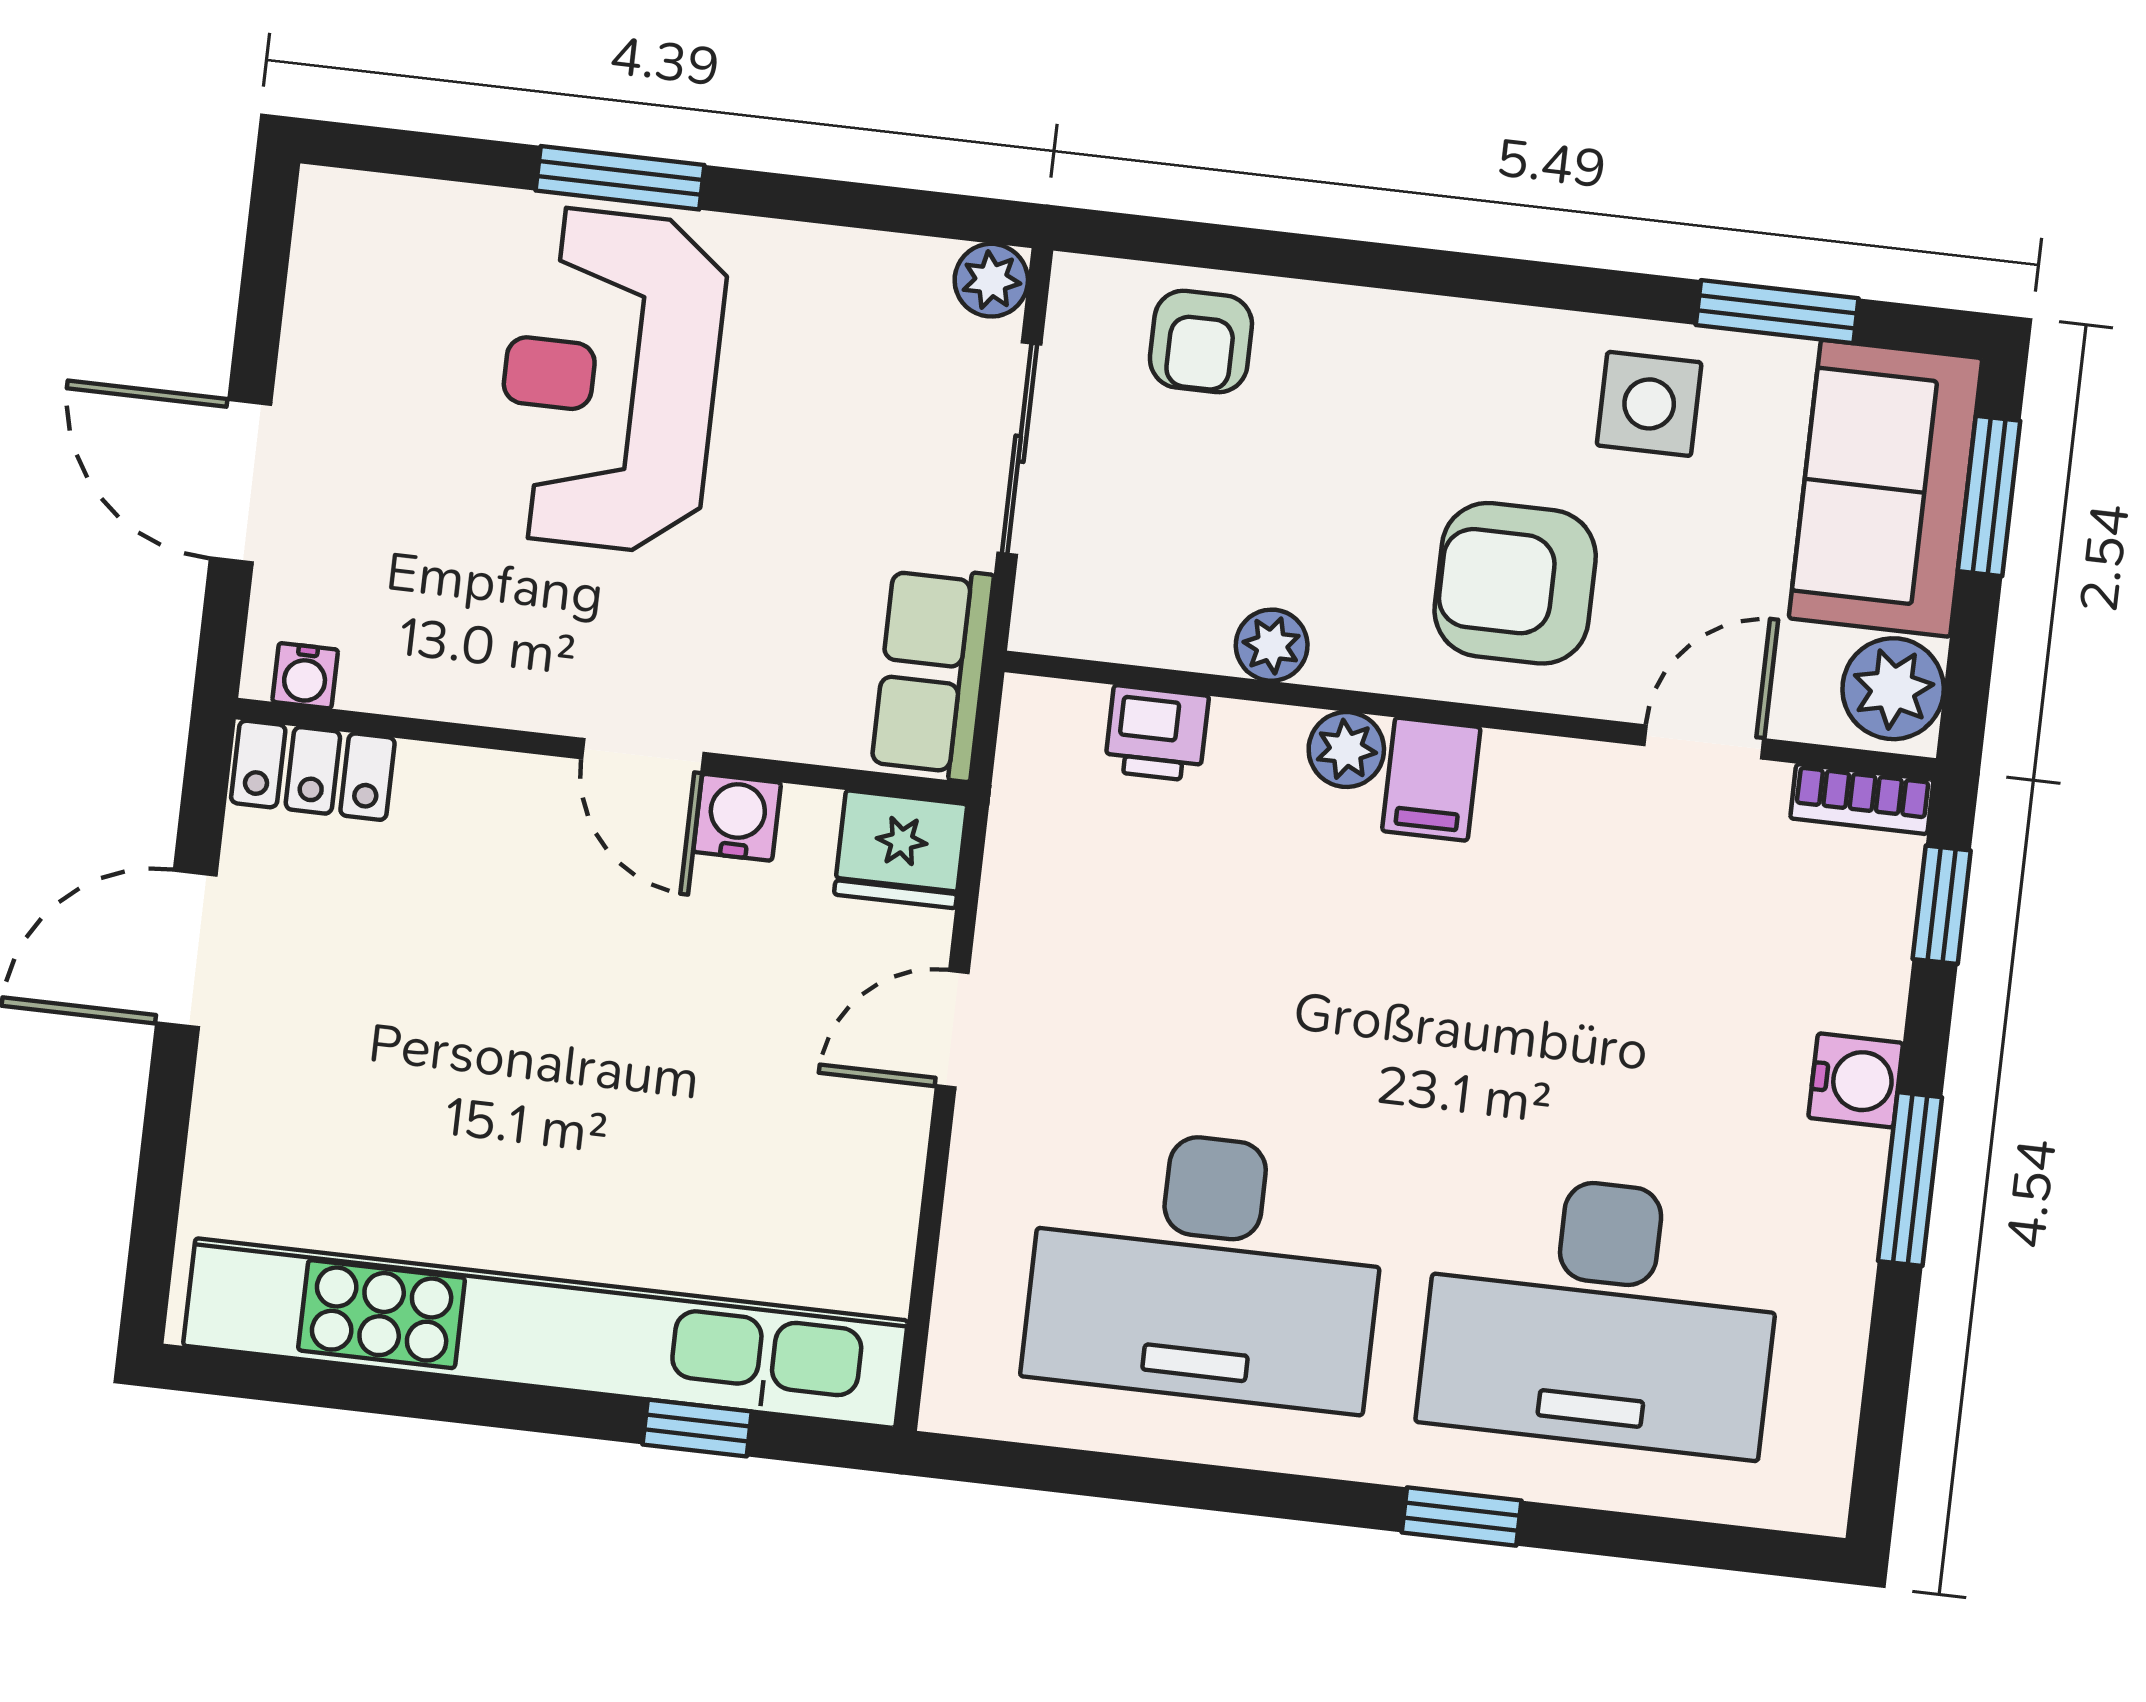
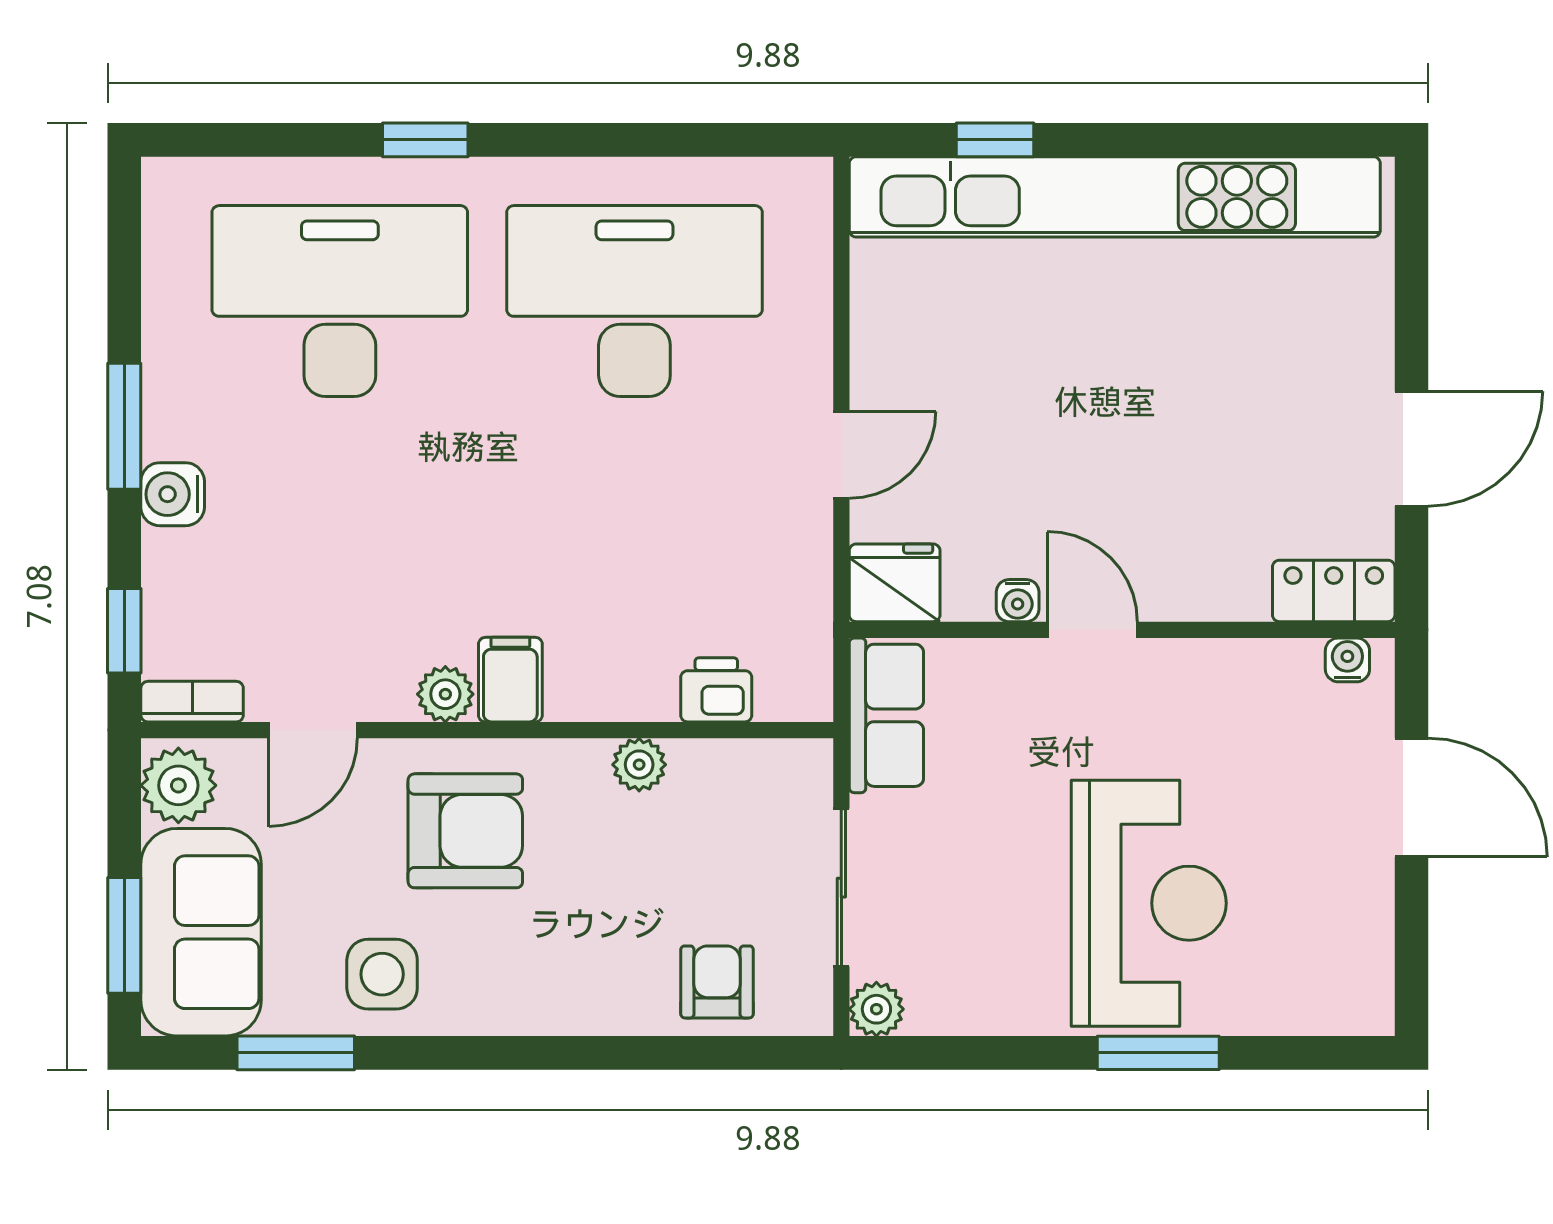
plant: (1346, 750) -> (445, 694), moved
water cooler: (737, 817) -> (1018, 601), width x0.72, depth x0.72

